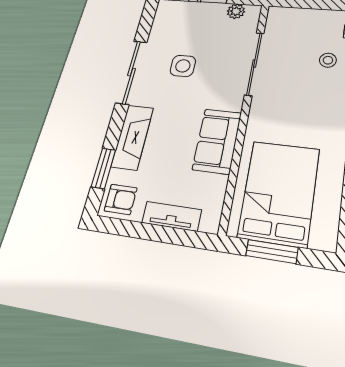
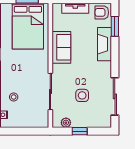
side table: (183, 66) -> (82, 95), moved
sliding door: (132, 72) -> (115, 96), moved

